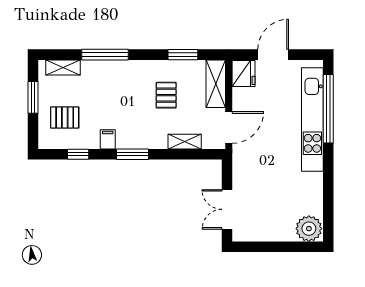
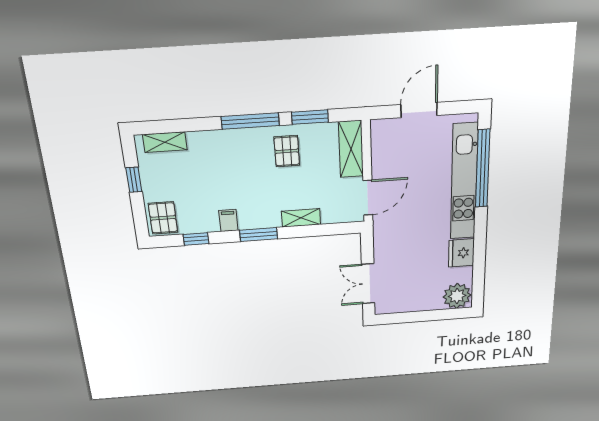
window: (105, 55) -> (250, 121), moved
fridge: (243, 74) -> (461, 253), moved, turned 180
pallet: (166, 95) -> (287, 151), moved
window: (33, 97) -> (134, 180), width x0.67
pallet: (65, 117) -> (163, 218), moved, turned 90
shelving: (185, 142) -> (301, 218), moved

